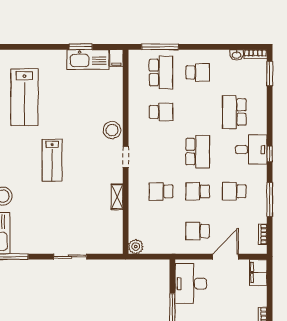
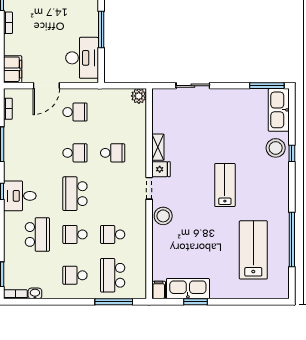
fridge: (114, 175) -> (161, 169), added
school desk: (234, 191) -> (75, 234), moved, turned 180
sliding door: (70, 257) -> (193, 86), moved

